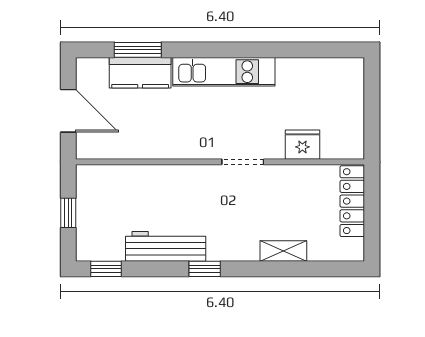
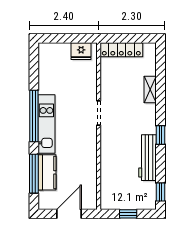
window: (138, 50) -> (34, 174), width x1.44
window: (238, 50) -> (34, 116), added
fridge: (302, 145) -> (81, 51), moved, turned -90

